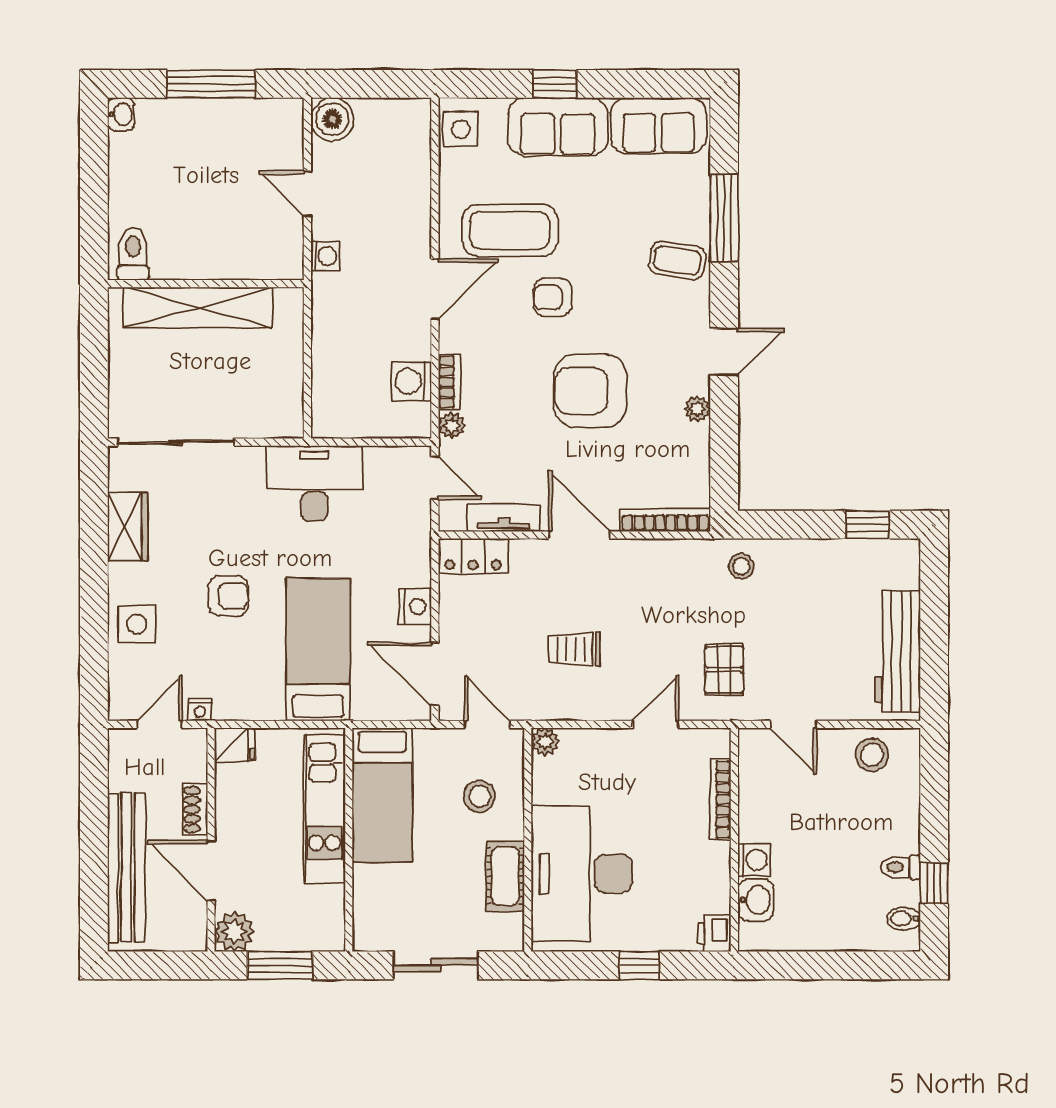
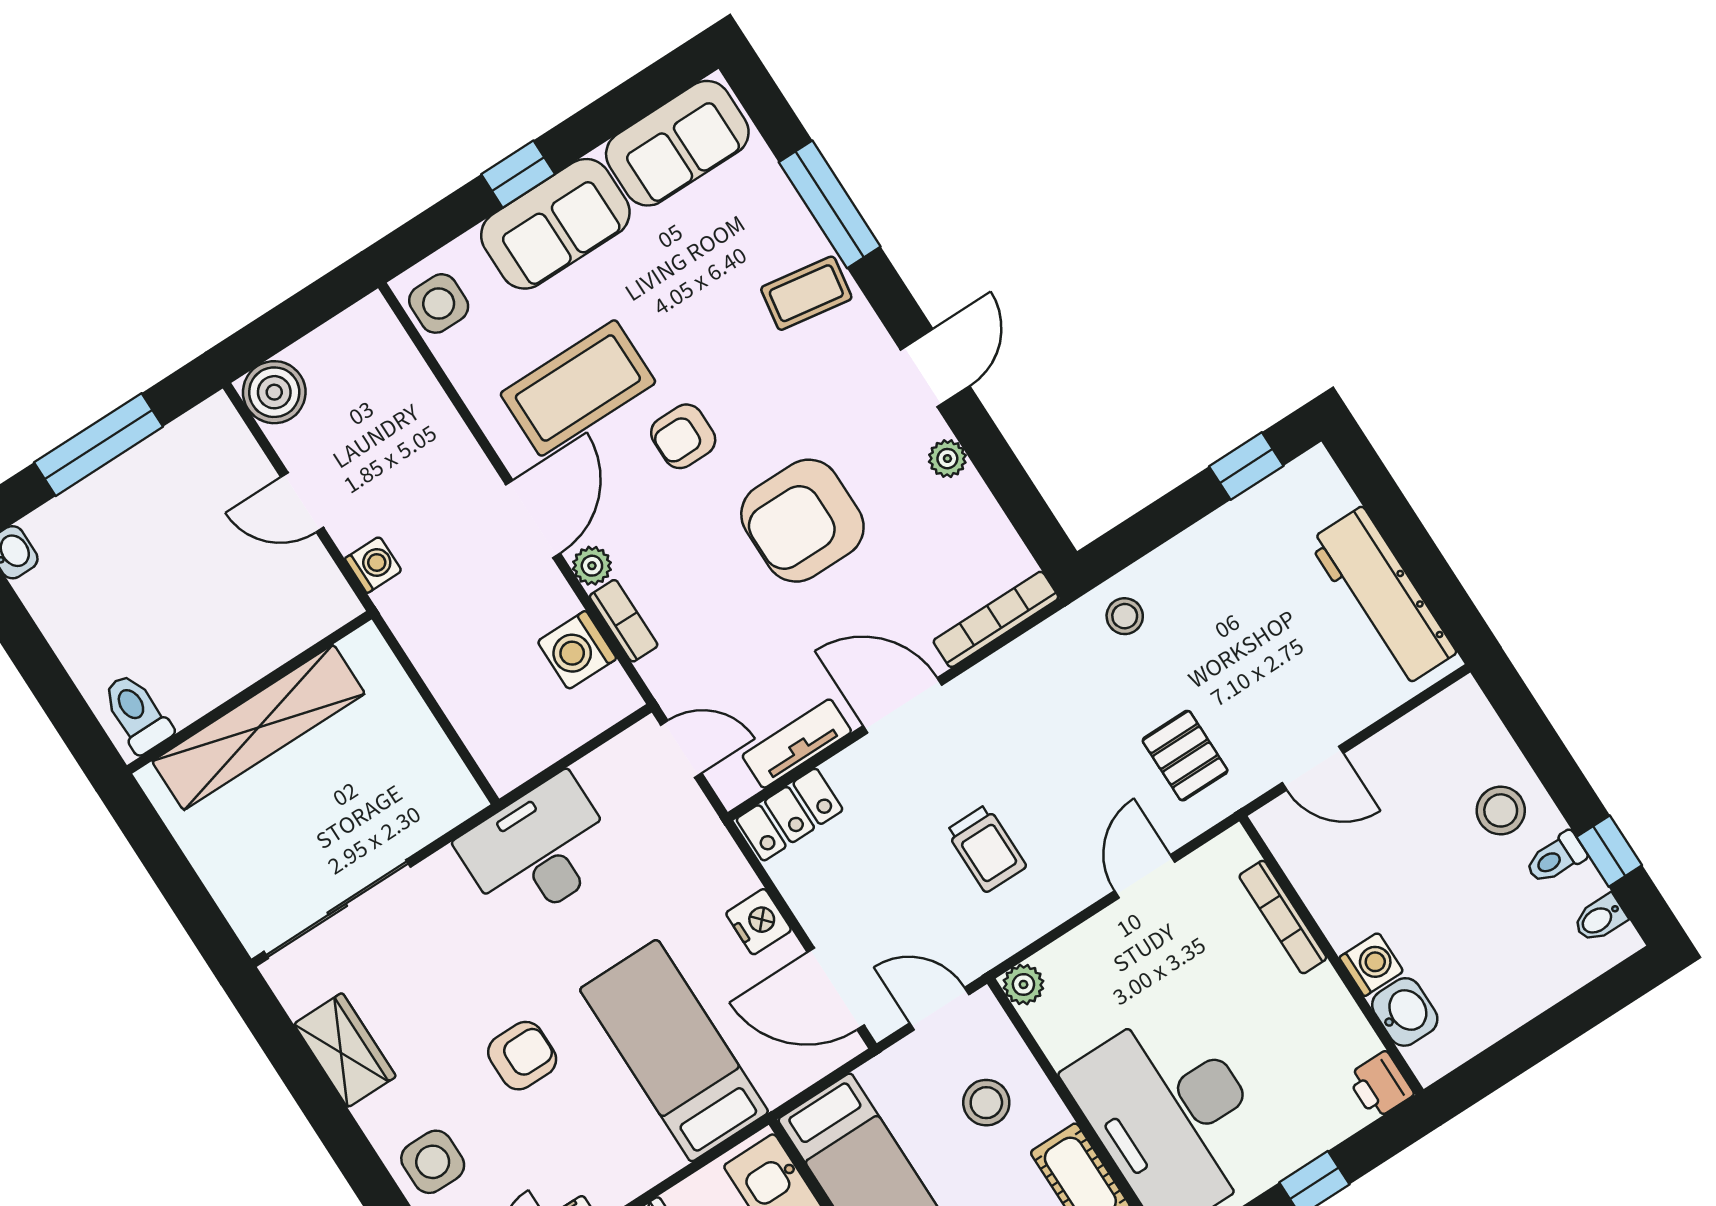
plant: (452, 426) -> (592, 566), moved
trolley: (574, 649) -> (986, 849), turned -90
stool: (872, 755) -> (1501, 810), moved

